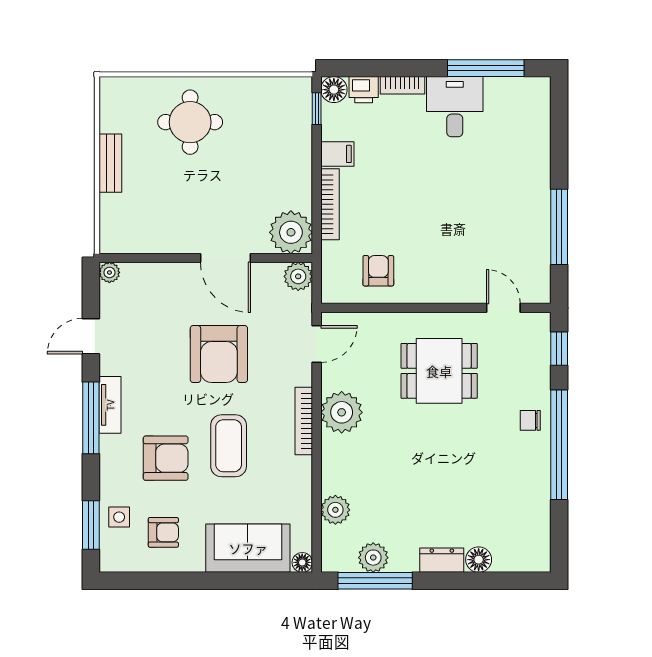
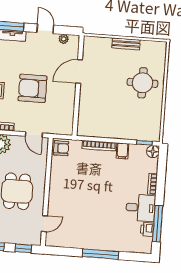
printer: (364, 90) -> (147, 229), moved
window: (559, 227) -> (100, 254), moved
plant: (291, 232) -> (87, 126), removed
door: (225, 258) -> (79, 71), moved
armchair: (378, 271) -> (61, 148), moved
plant: (109, 272) -> (64, 39), moved
plant: (298, 276) -> (66, 128), removed

